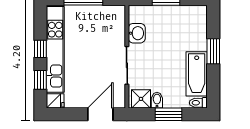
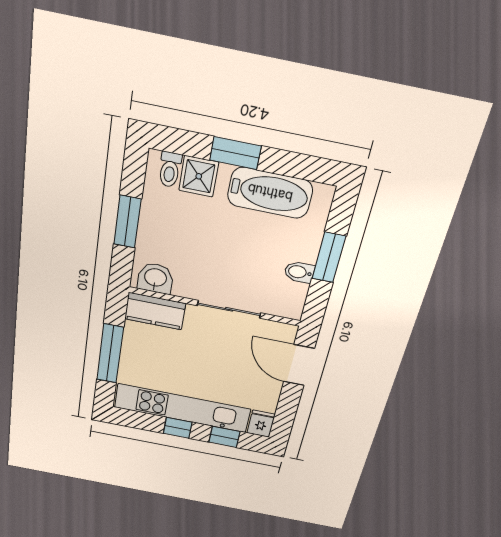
kitchen counter: (117, 22) -> (155, 311), added
washbasin: (137, 33) -> (155, 278), moved
shower: (141, 99) -> (199, 176), moved
toilet: (198, 103) -> (170, 170), moved

